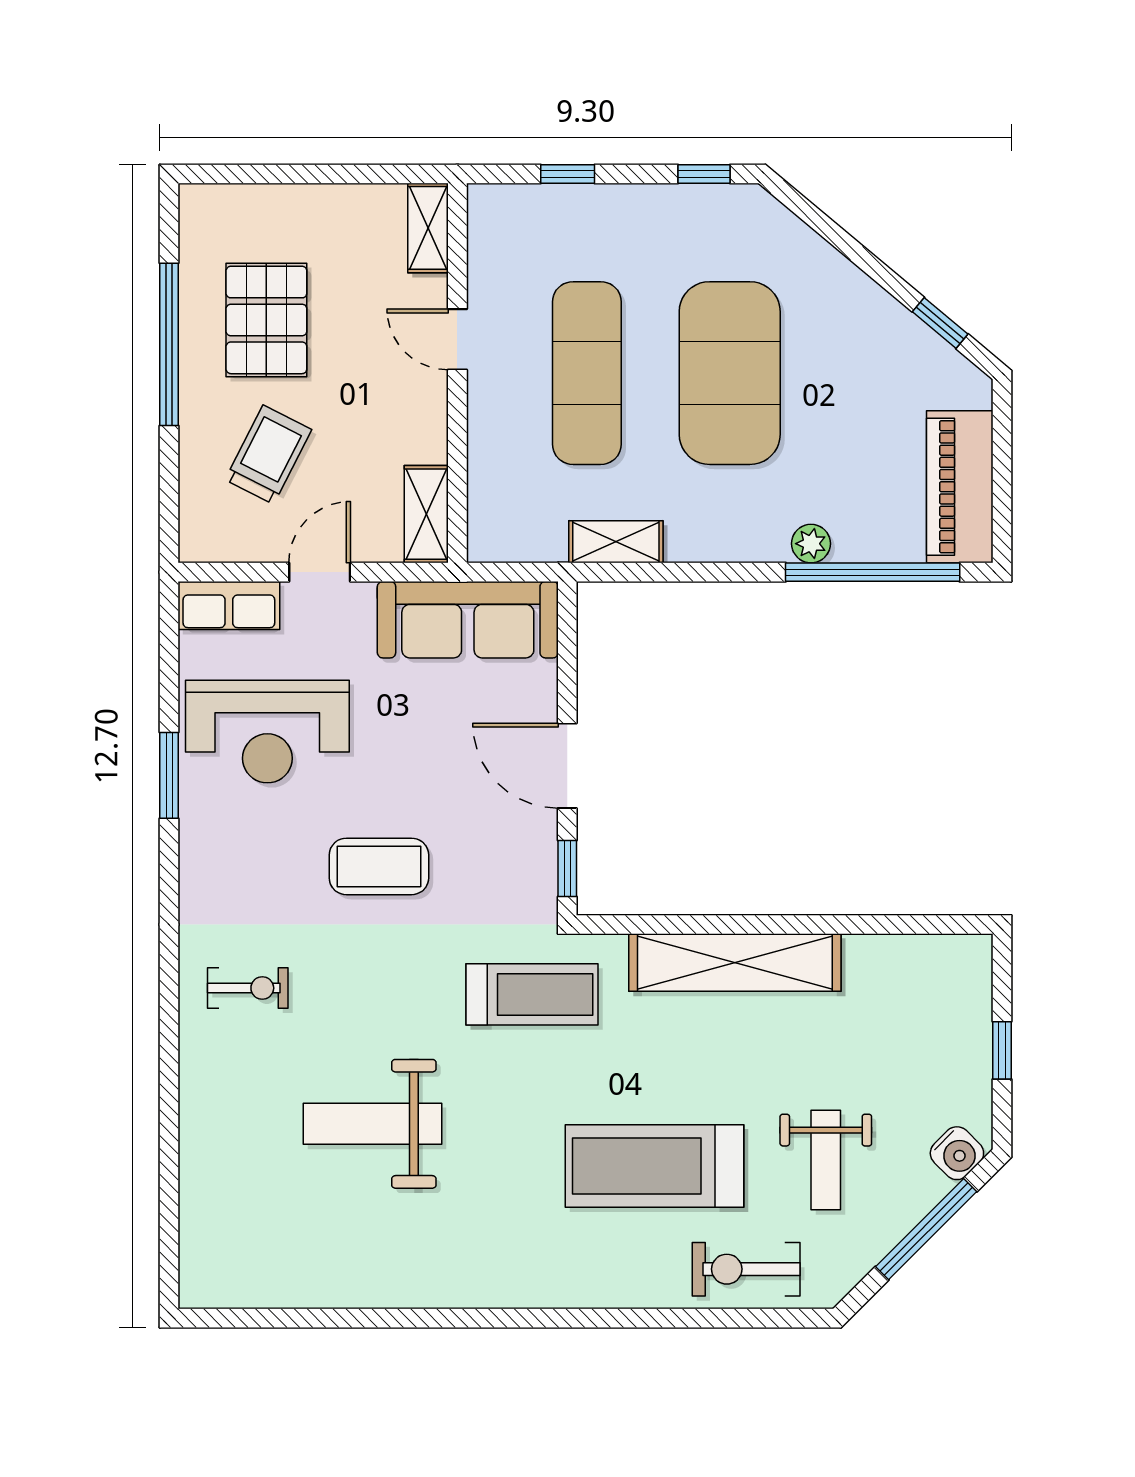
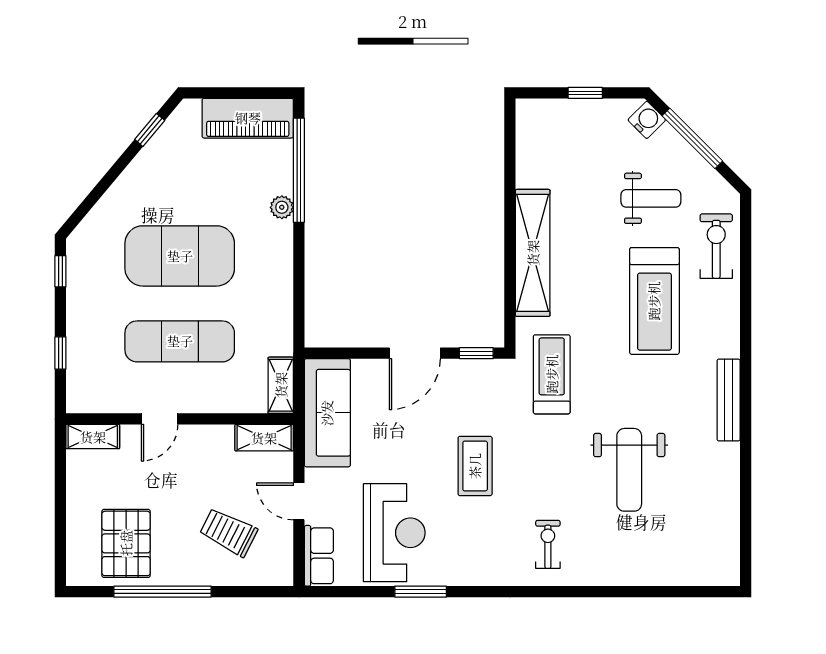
pallet: (266, 320) -> (126, 543), moved, turned 90
shelving: (616, 542) -> (281, 385), moved
exercise bike: (746, 1269) -> (716, 246), turned 180
bench: (489, 1290) -> (729, 400), added

